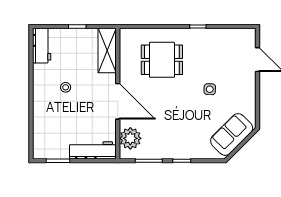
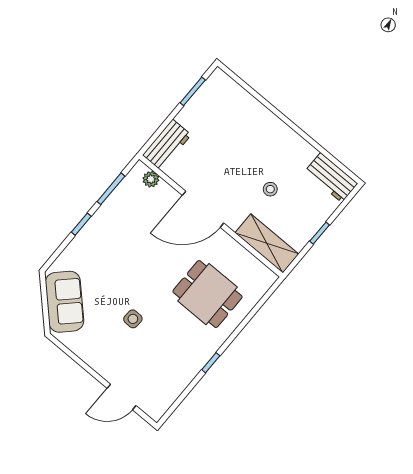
dining table: (162, 60) -> (208, 294), turned 90
stool: (66, 87) -> (270, 189), moved
plant: (130, 138) -> (151, 179), width x0.53, depth x0.53
workbench: (93, 150) -> (167, 145), width x0.73

